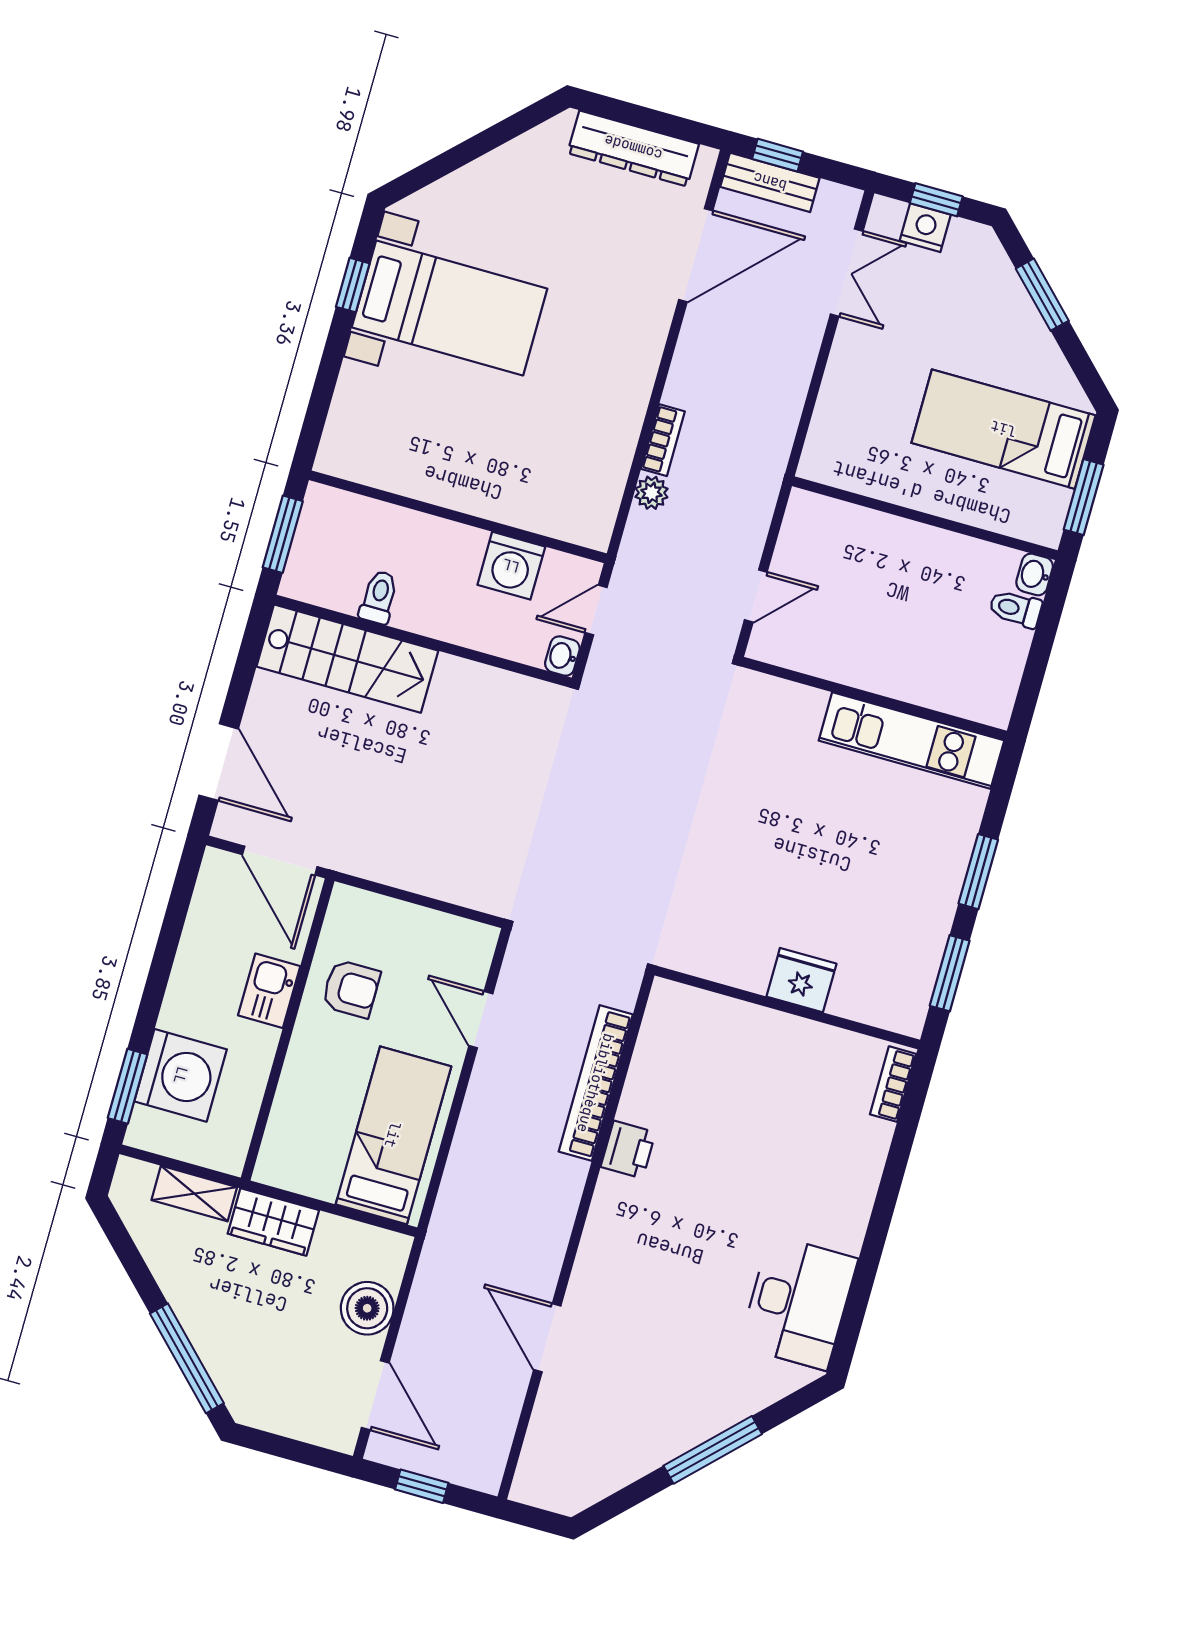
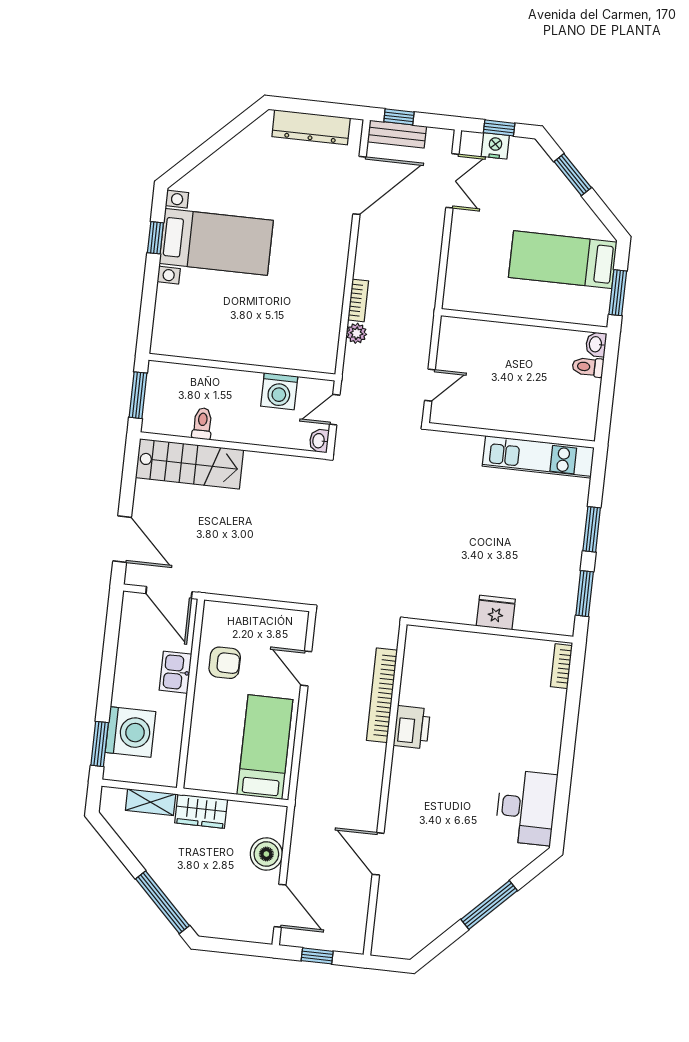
printer: (628, 1150) -> (412, 727), width x1.36, depth x1.24

